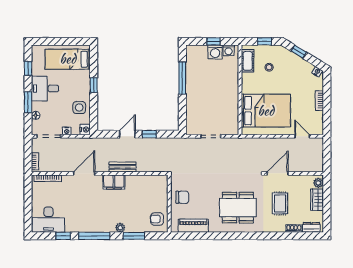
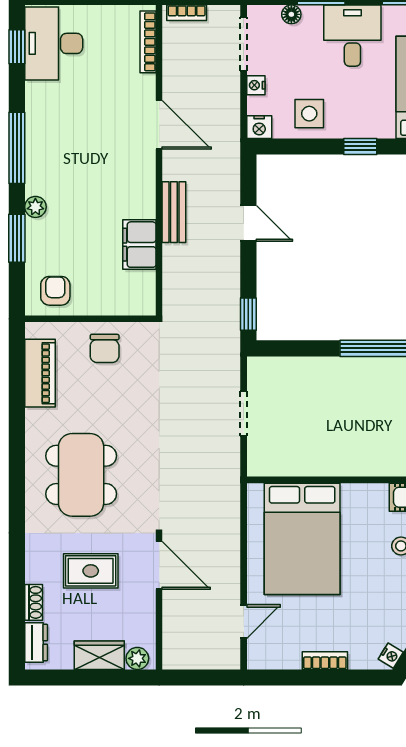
window: (149, 134) -> (248, 314), moved
filing cabinet: (114, 182) -> (139, 245), moved
window: (63, 236) -> (17, 47), moved

